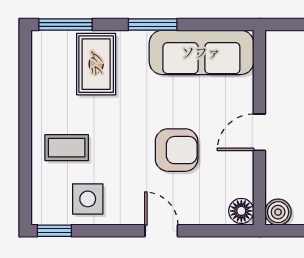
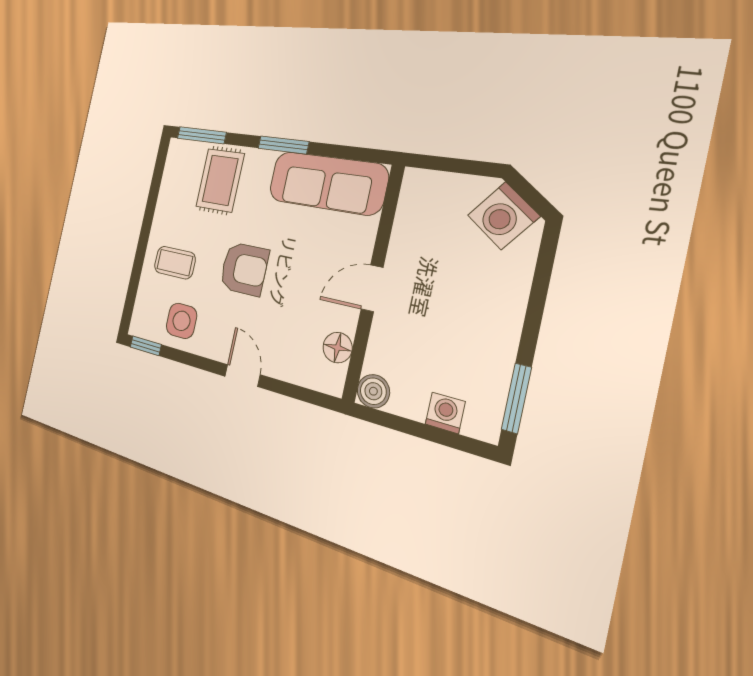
armchair: (177, 150) -> (244, 269), moved
floor lamp: (241, 211) -> (338, 348), moved

